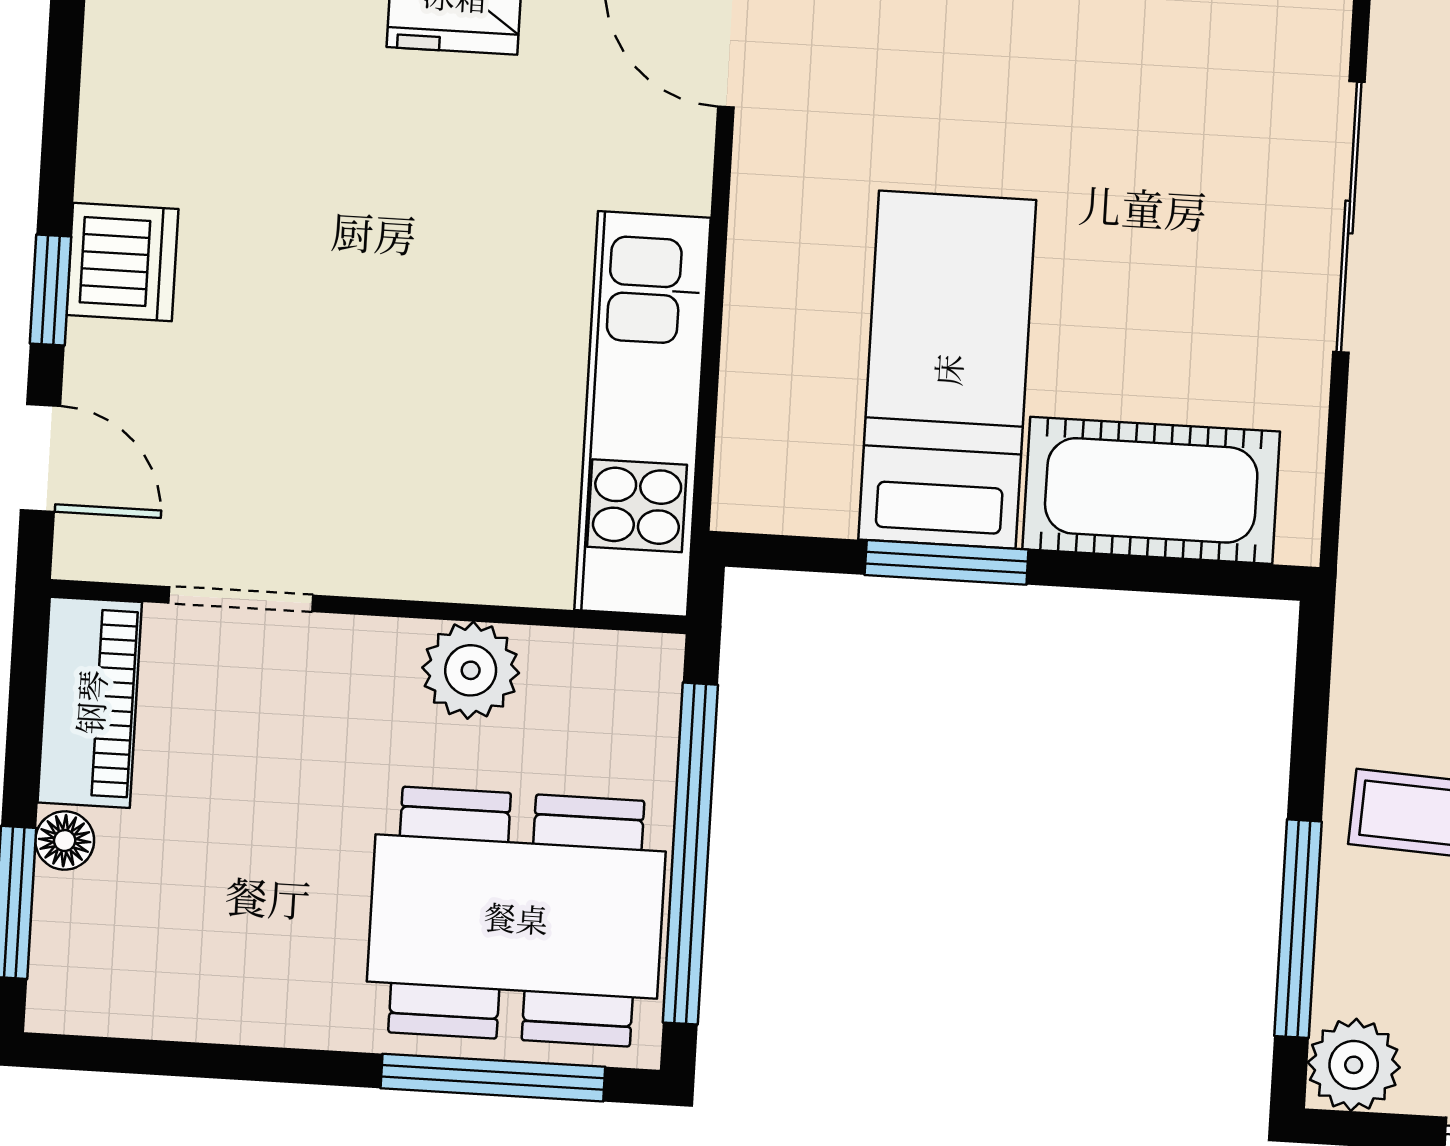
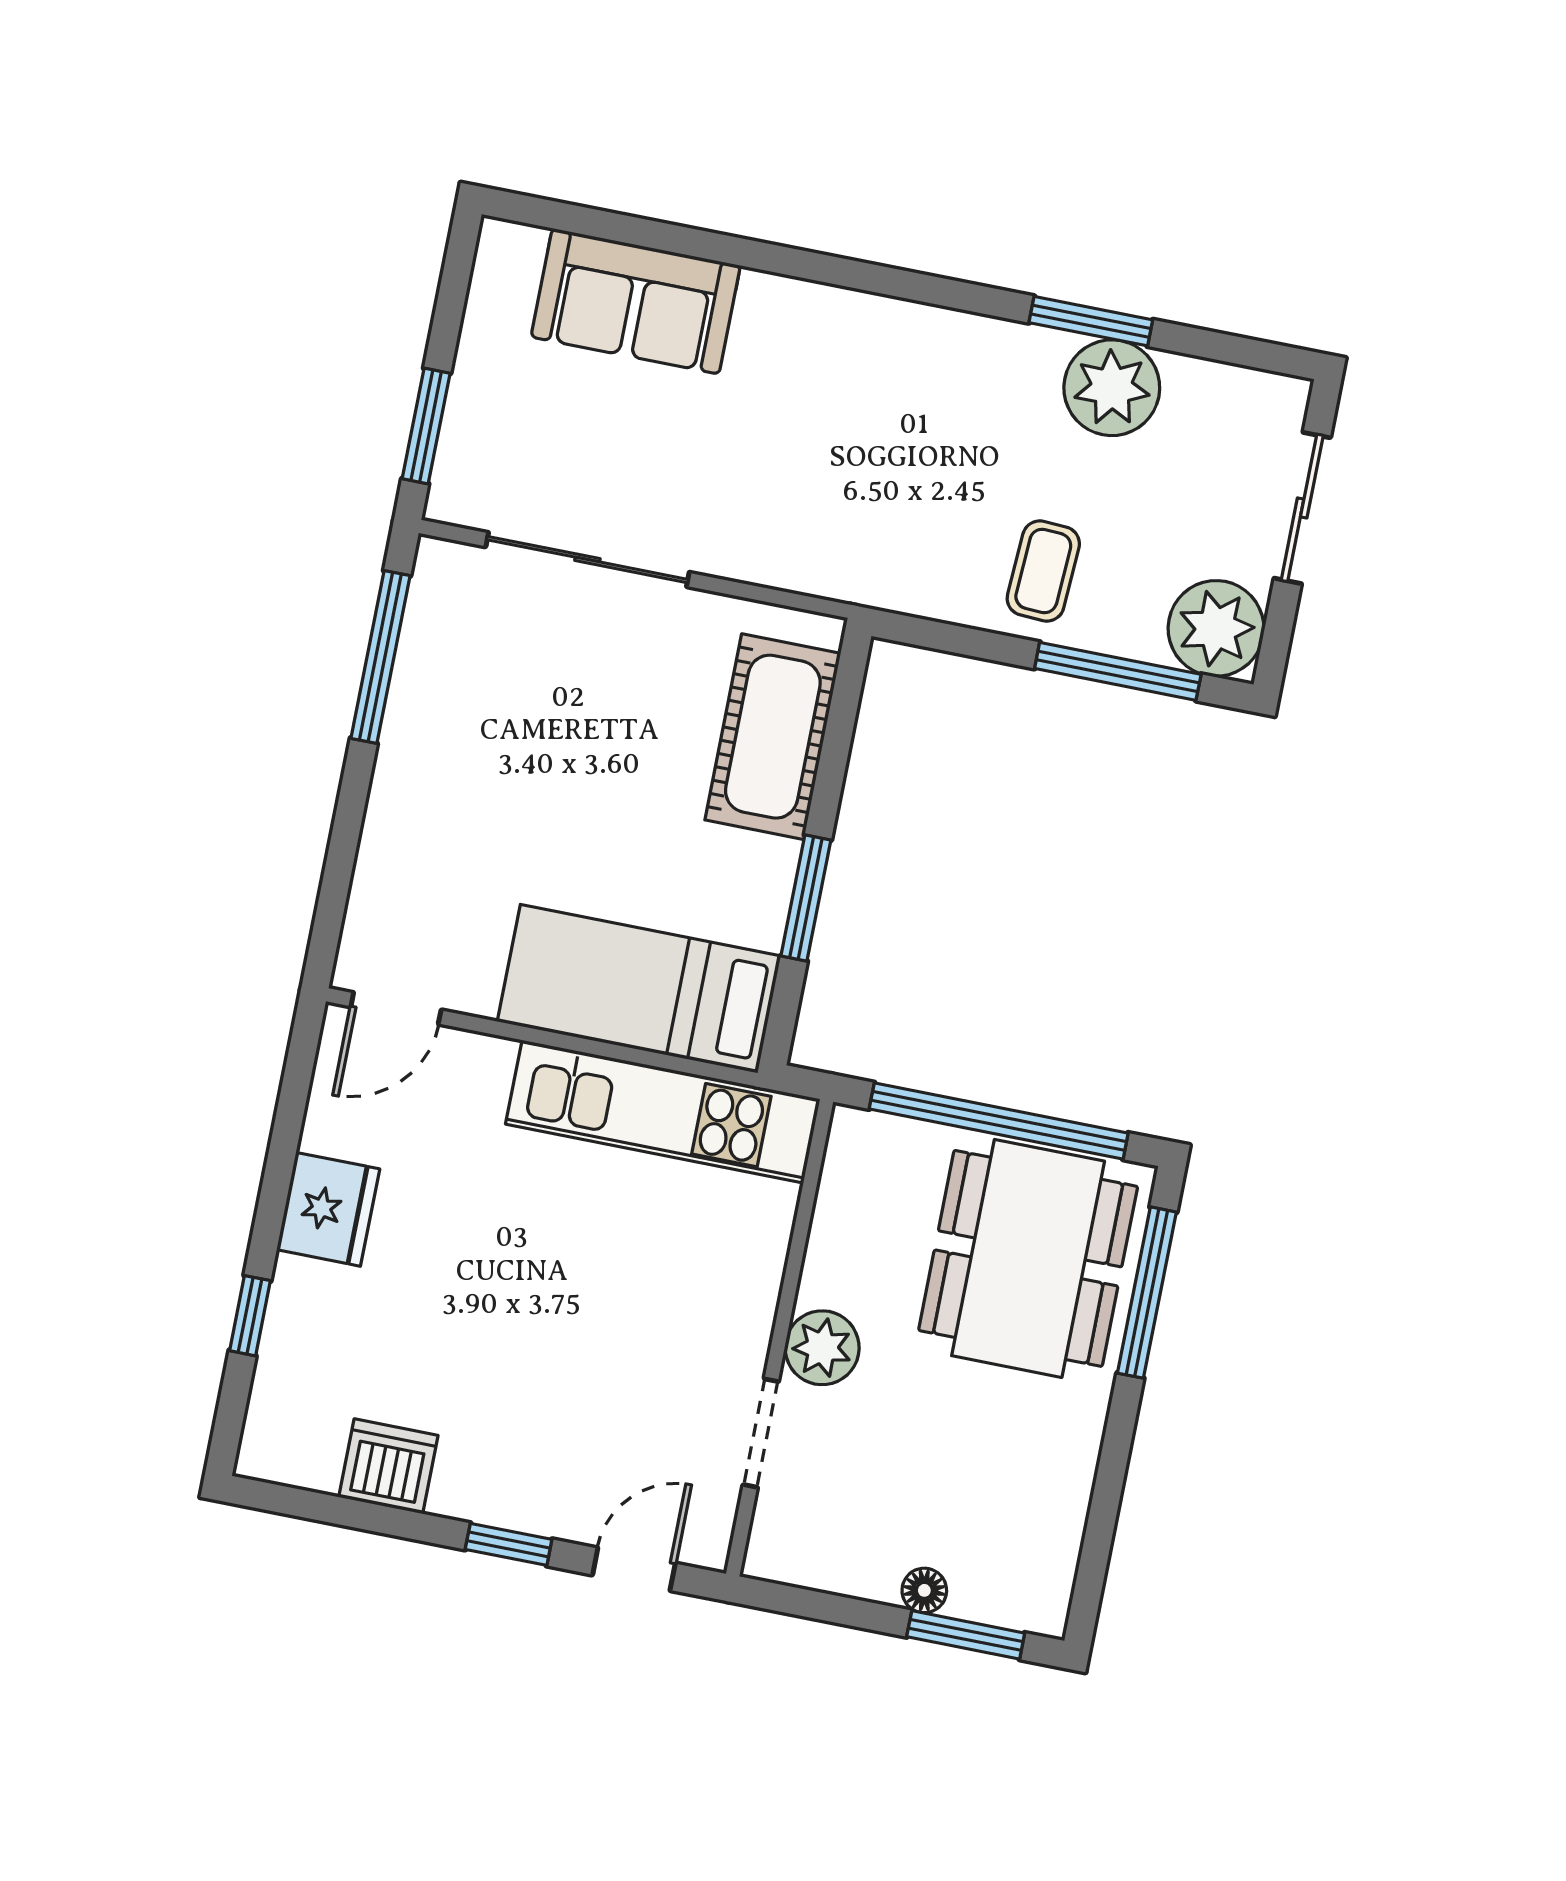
dishwasher: (122, 262) -> (388, 1466), moved
bed: (947, 370) -> (639, 989), moved
plant: (471, 670) -> (822, 1348), moved
piano: (90, 702) -> (823, 1557), removed
plant: (1354, 1065) -> (1216, 628), width x1.36, depth x1.36

